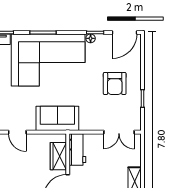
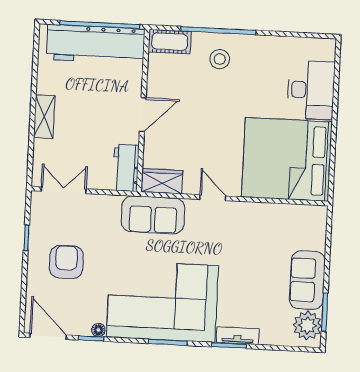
door: (124, 32) -> (48, 336), hinge flipped
wardrobe: (58, 156) -> (162, 181), moved, turned -90

